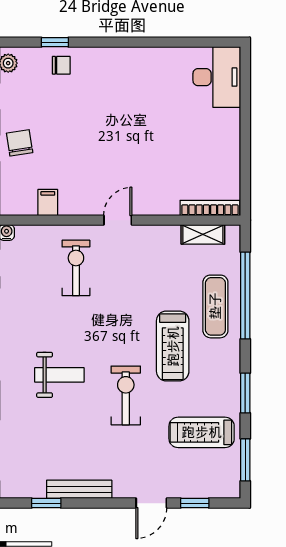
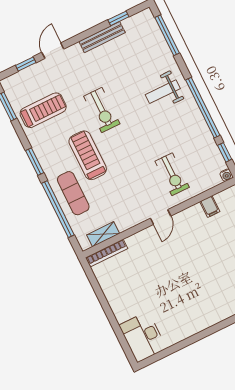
weight bench: (59, 375) -> (163, 92), moved
window: (245, 393) -> (35, 162), moved

